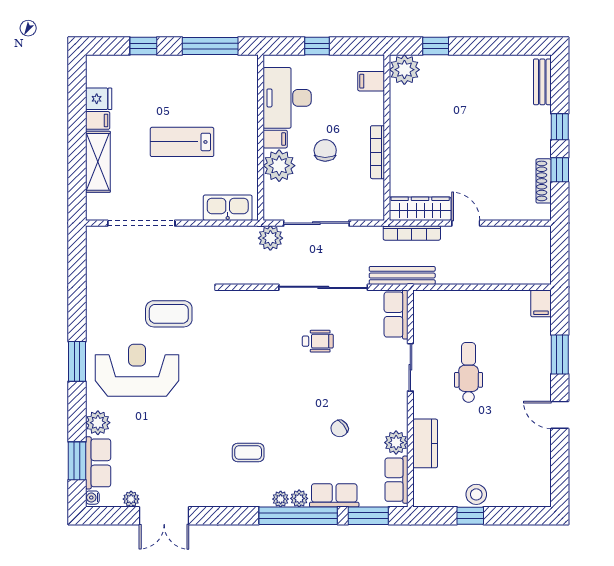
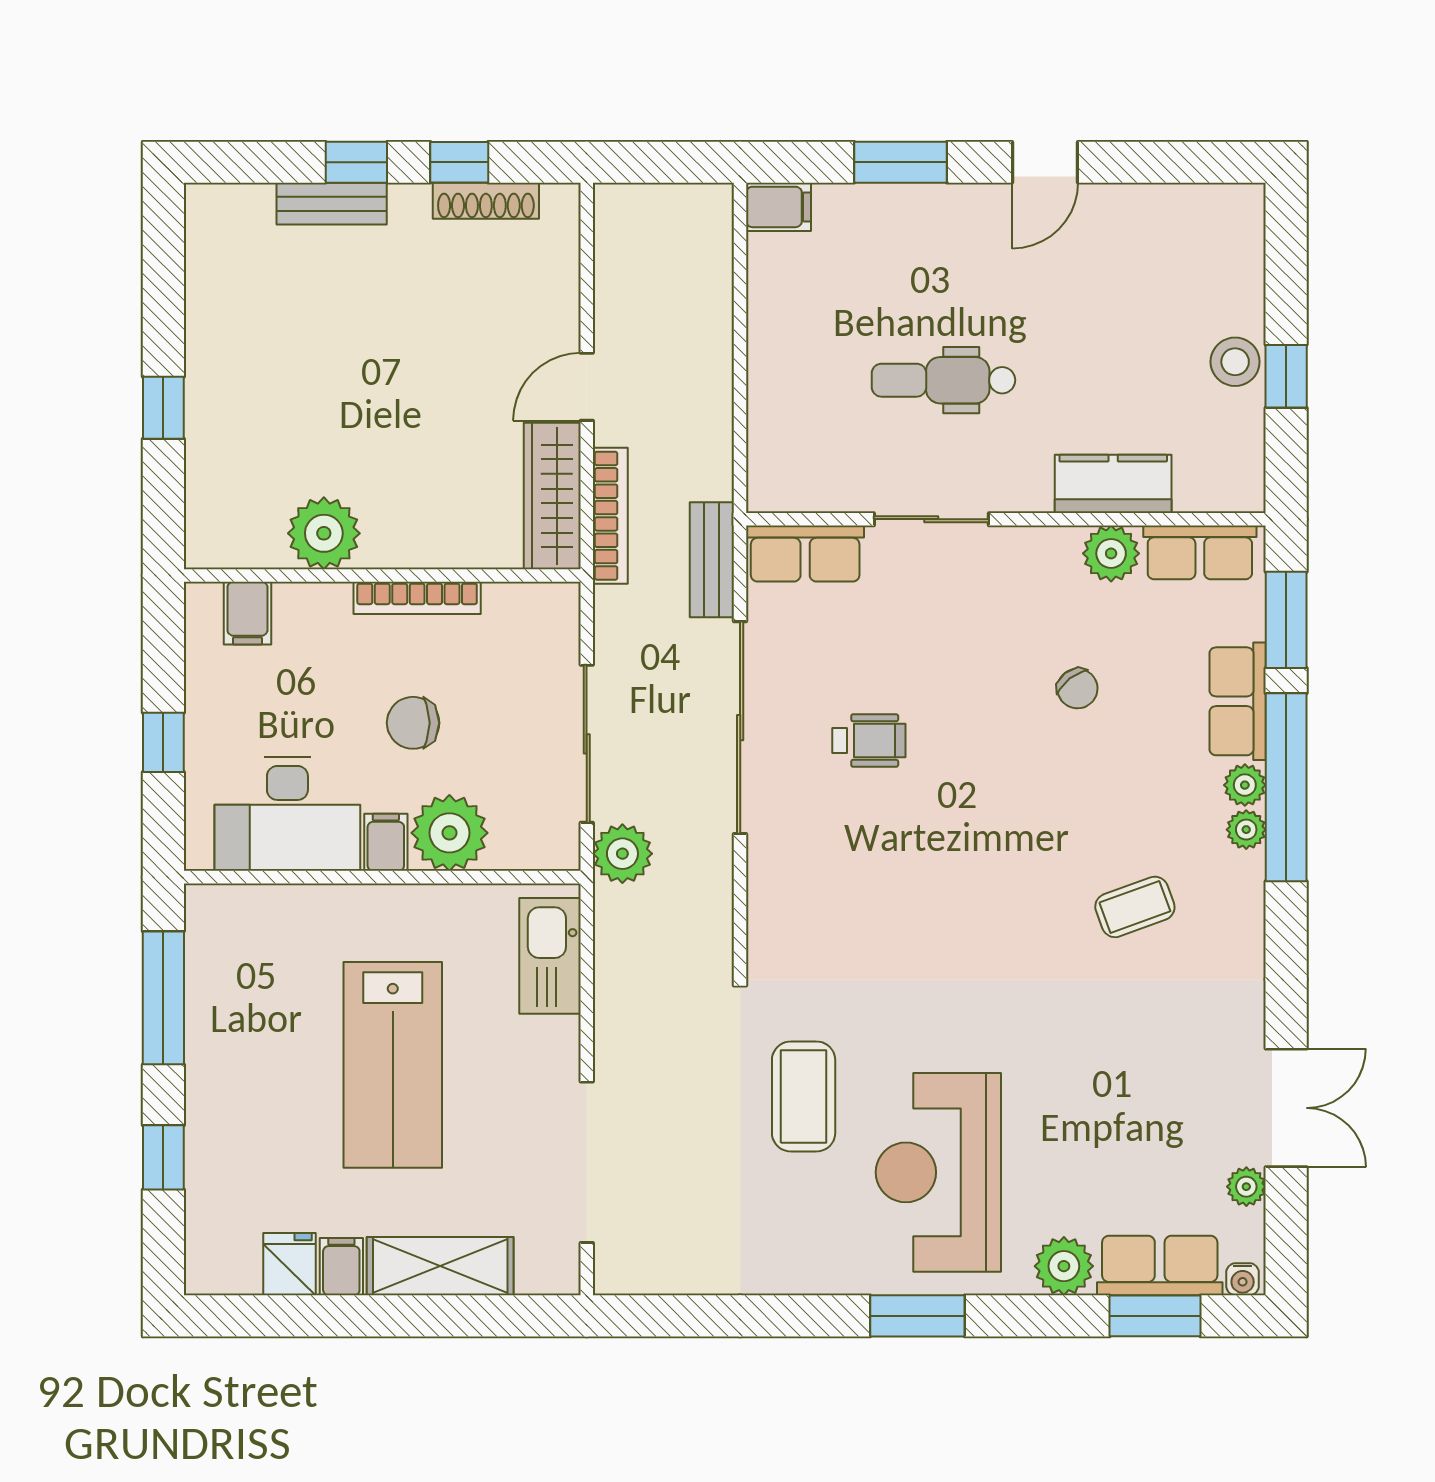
window: (436, 46) -> (163, 408), moved
plant: (404, 70) -> (324, 533), moved
bench: (542, 82) -> (332, 204), moved
lab bench: (182, 142) -> (393, 1065), width x1.36, depth x1.39
bench: (402, 276) -> (712, 560), width x0.73
wheelchair: (318, 341) -> (869, 741), turned 90
coffee table: (248, 452) -> (1135, 907), turned 70

